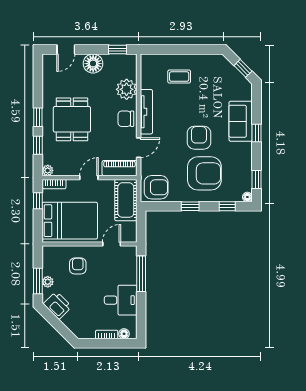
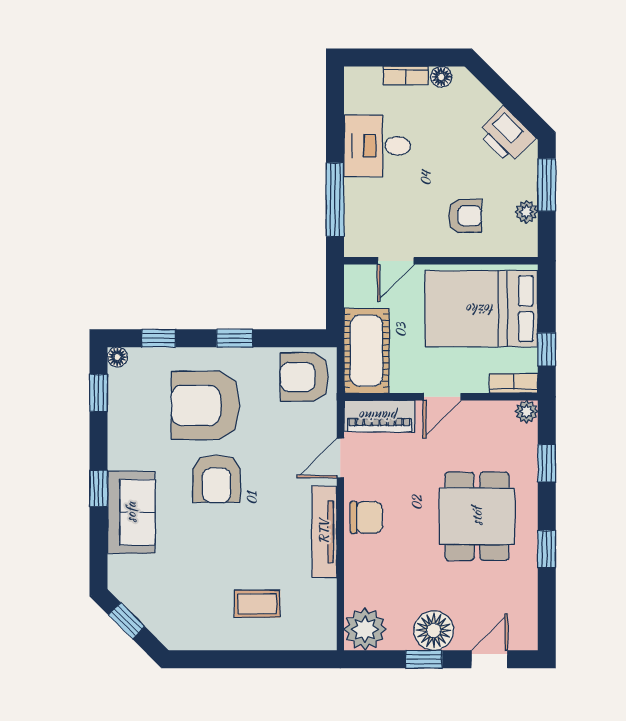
window: (118, 50) -> (424, 659), moved
plant: (127, 89) -> (365, 629), moved
window: (38, 117) -> (547, 549), moved
armchair: (78, 266) -> (465, 216), turned -90
plant: (48, 282) -> (526, 212), moved
floor lamp: (124, 334) -> (441, 77), moved

